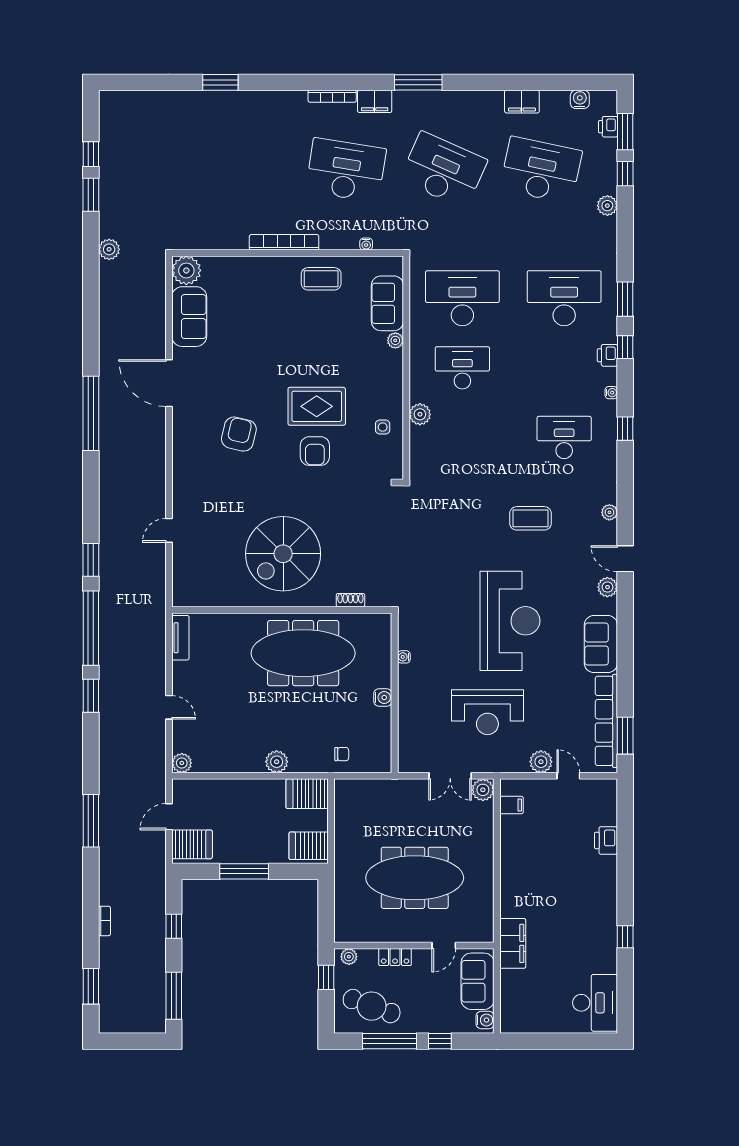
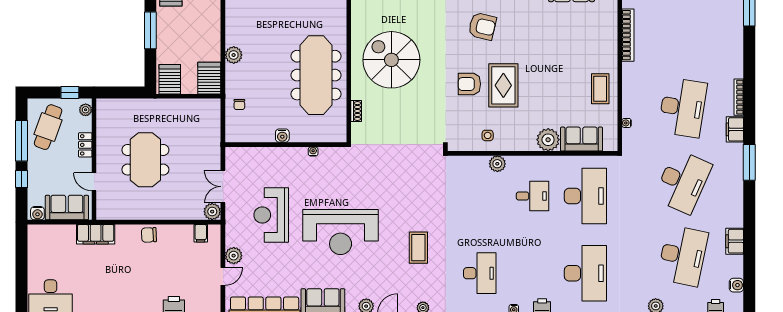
bookcase: (284, 242) -> (628, 35), moved
plant: (395, 340) -> (548, 140), width x1.88, depth x1.88
desk: (462, 368) -> (533, 196), width x0.73
chair: (514, 873) -> (149, 235), added
meeting table: (415, 878) -> (145, 160), width x0.73

